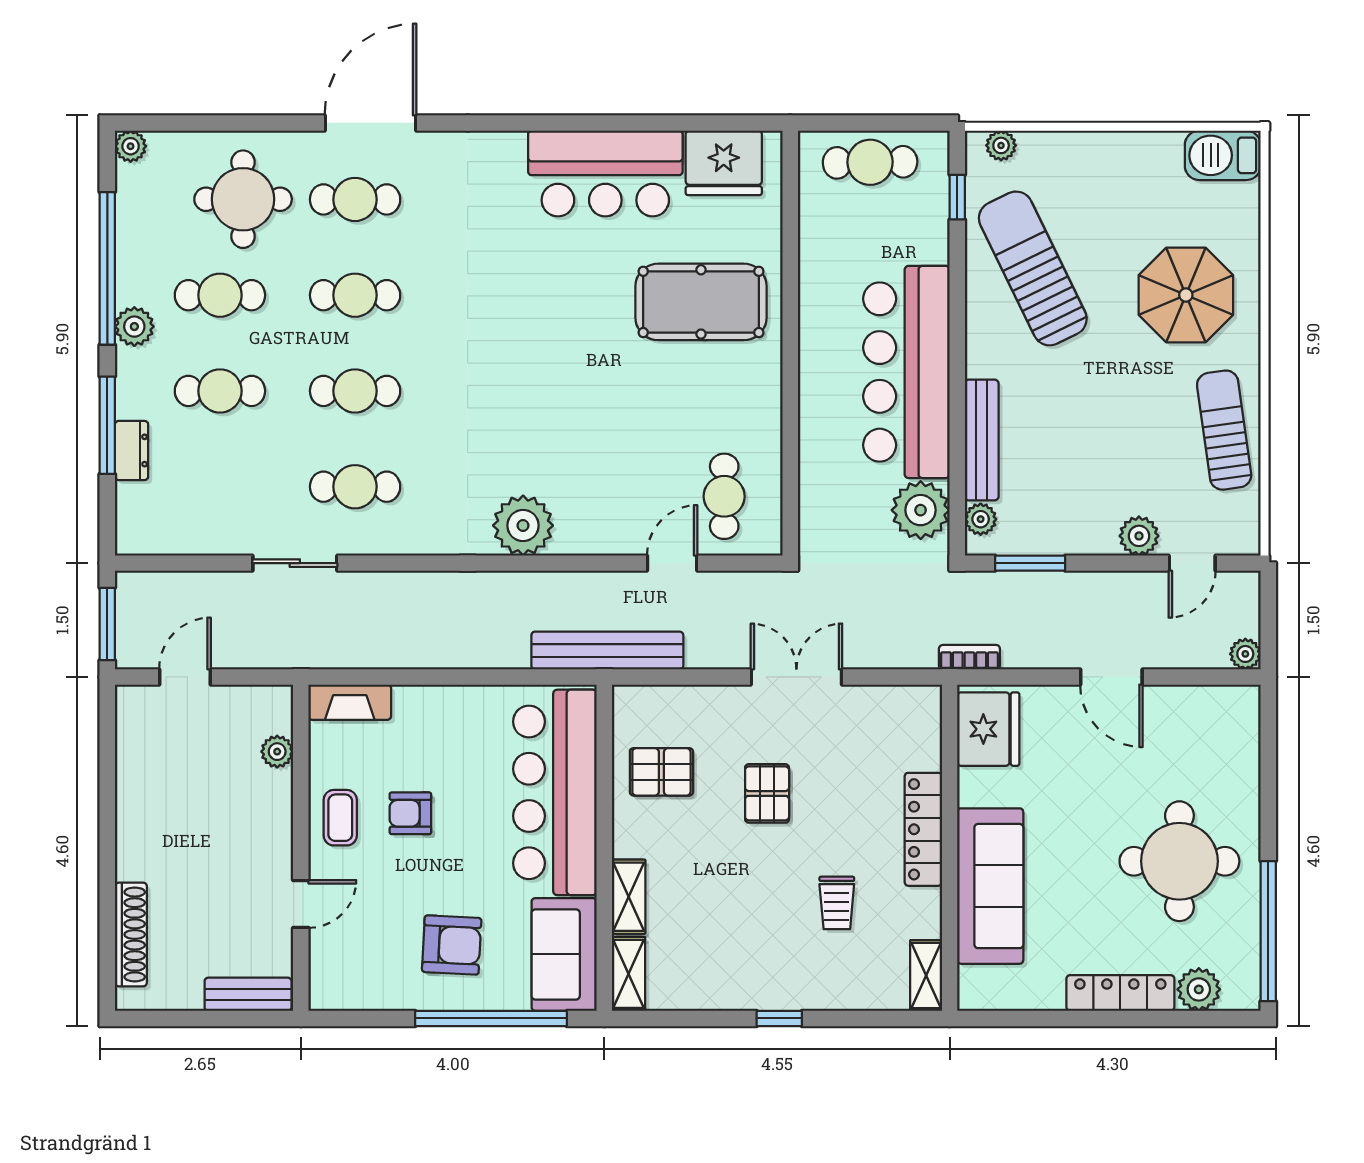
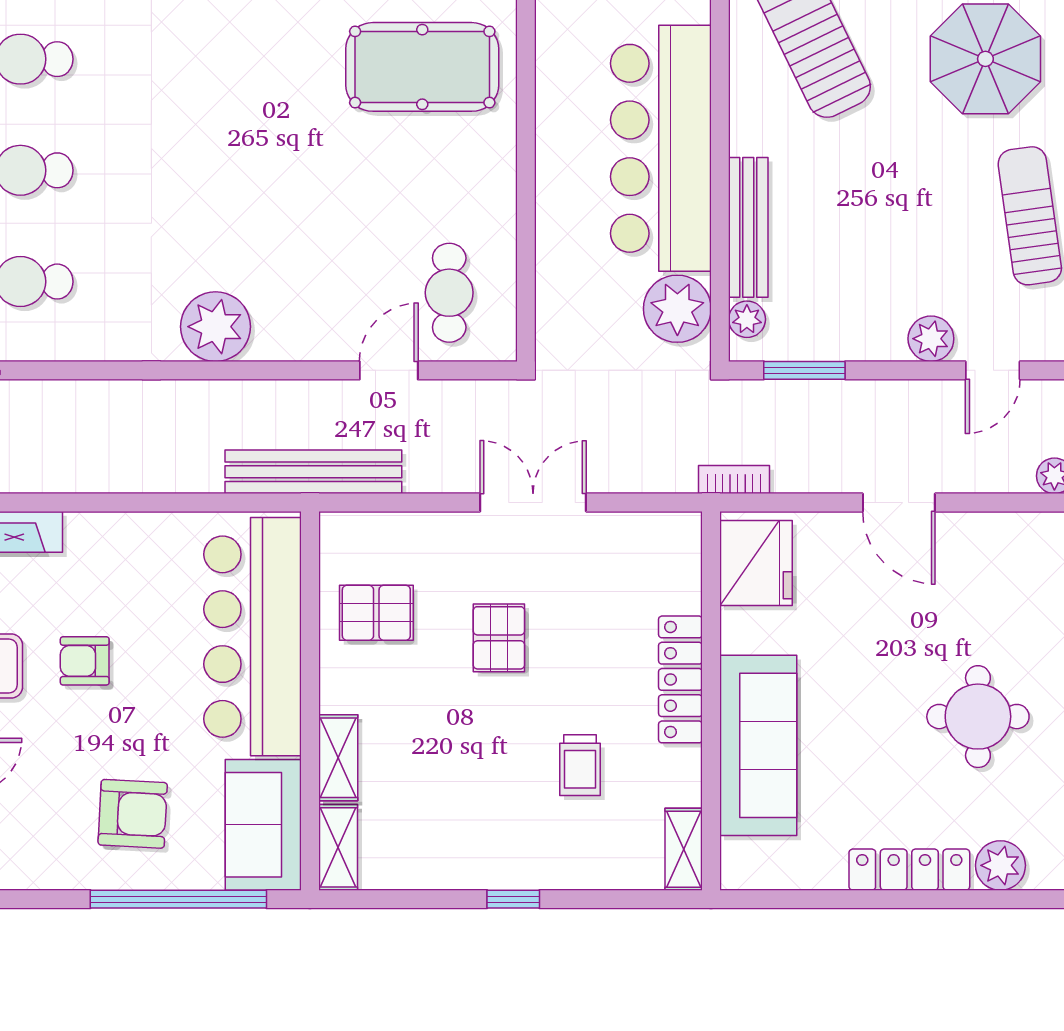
round table: (1179, 861) -> (978, 717), width x0.73, depth x0.73

